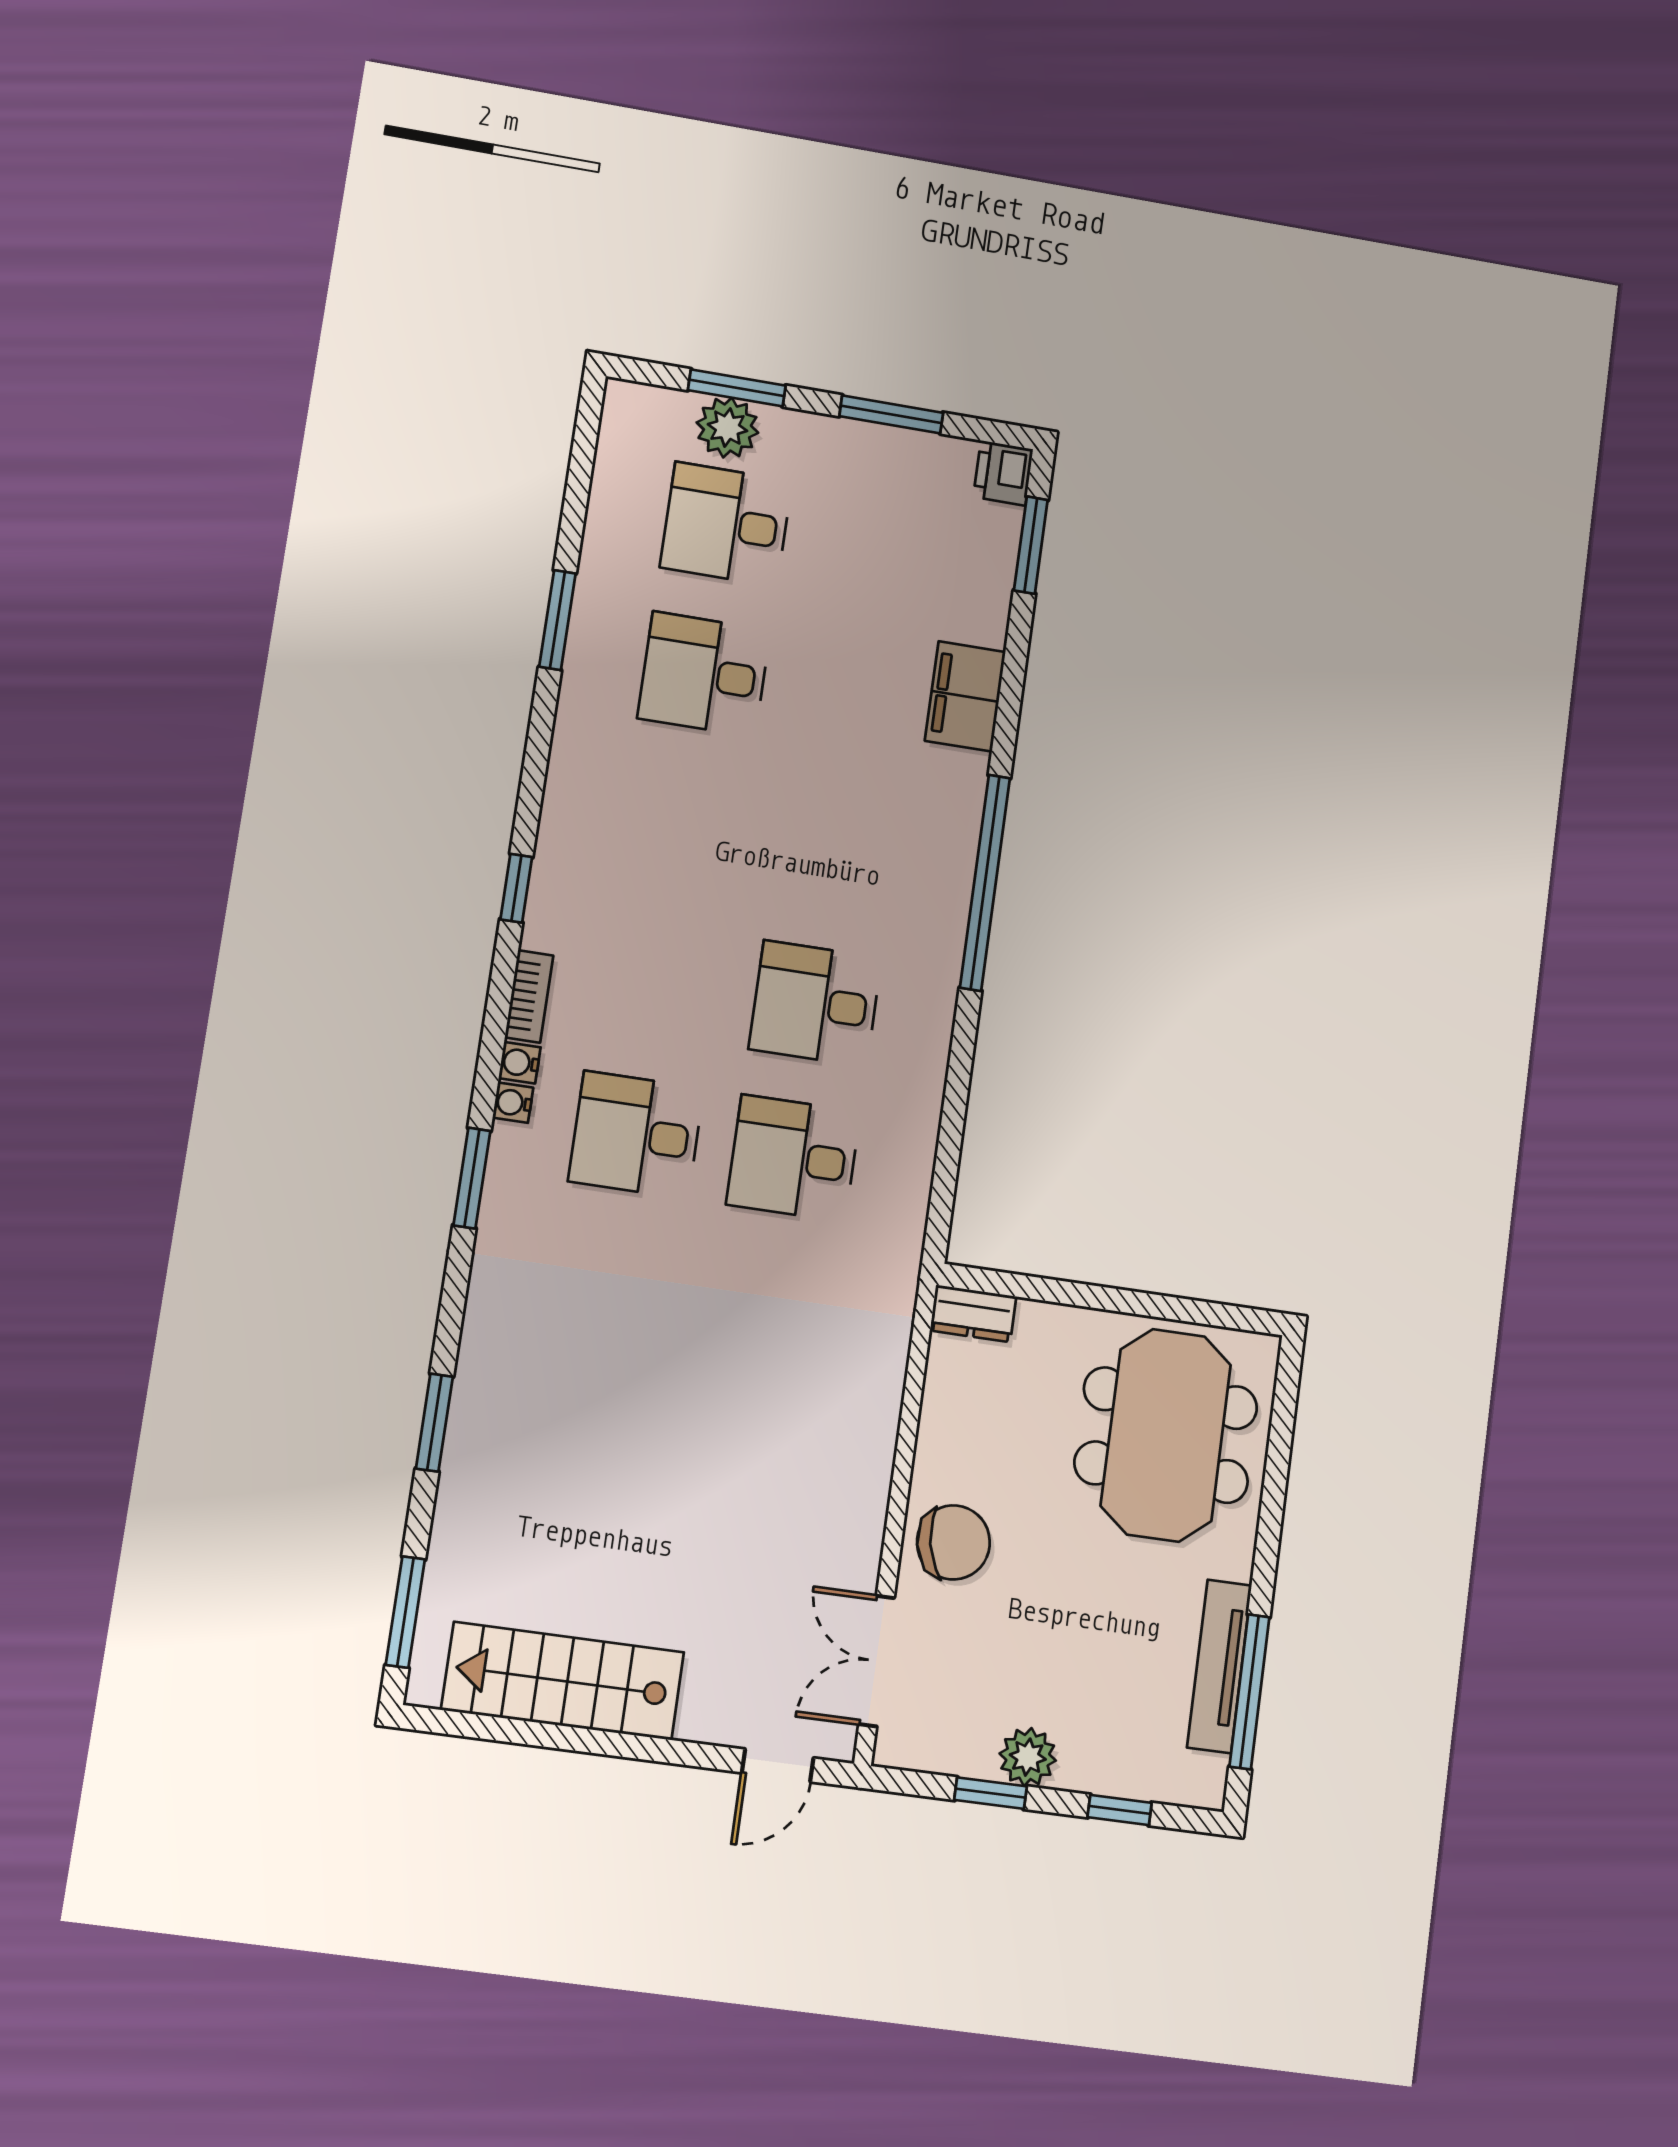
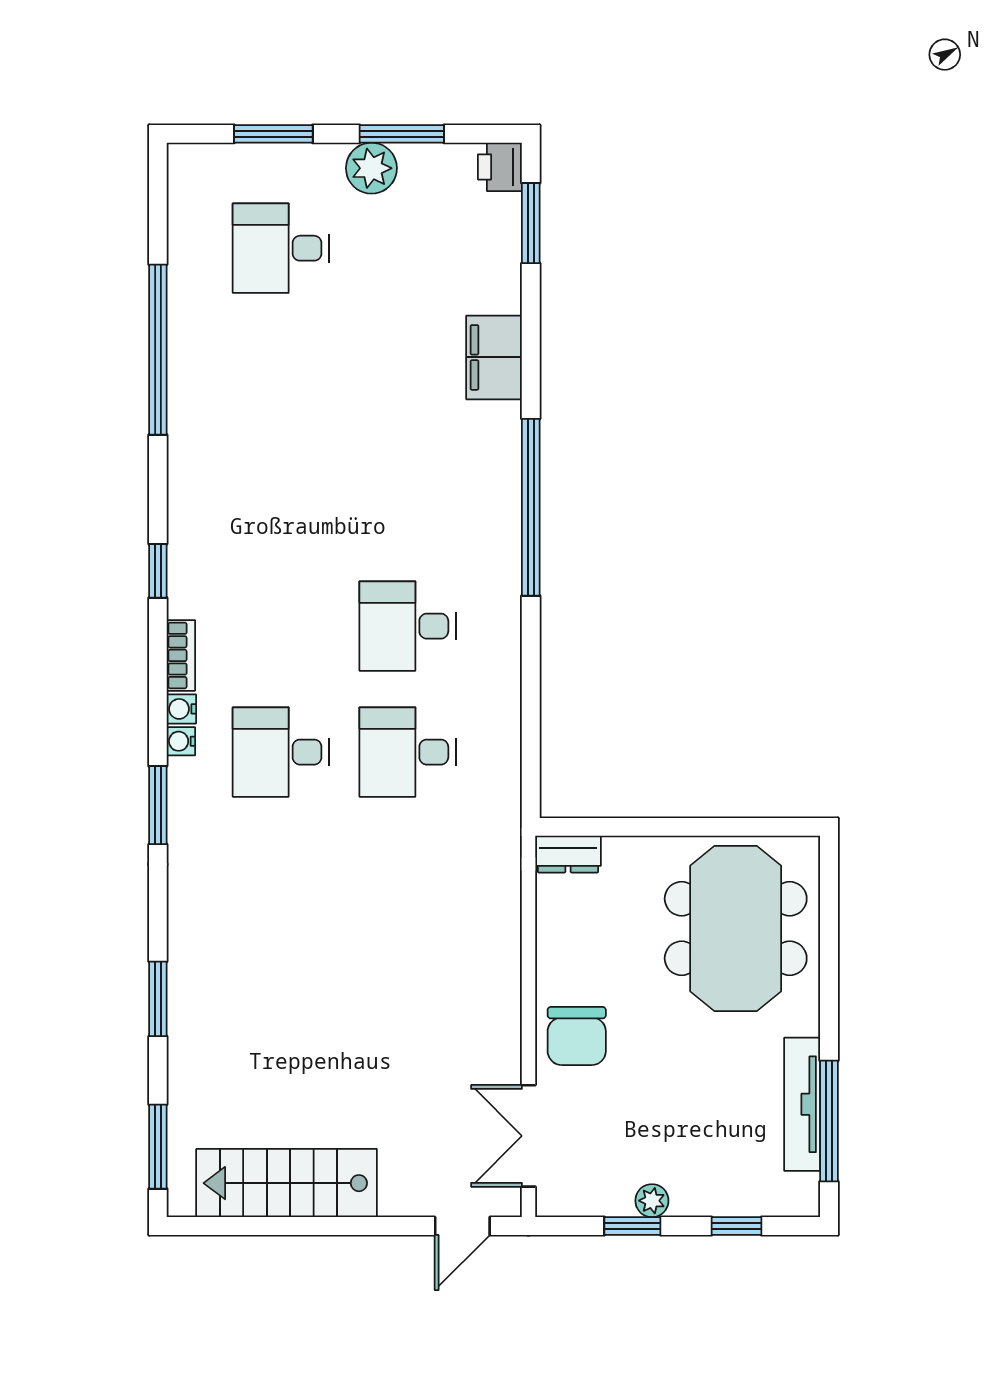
plant: (727, 428) -> (371, 168), moved
window: (557, 620) -> (158, 350), width x2.11
desk: (704, 674) -> (281, 374), removed
chair: (953, 1542) -> (577, 1036), turned 101
plant: (1028, 1757) -> (652, 1201), width x0.73, depth x0.73

